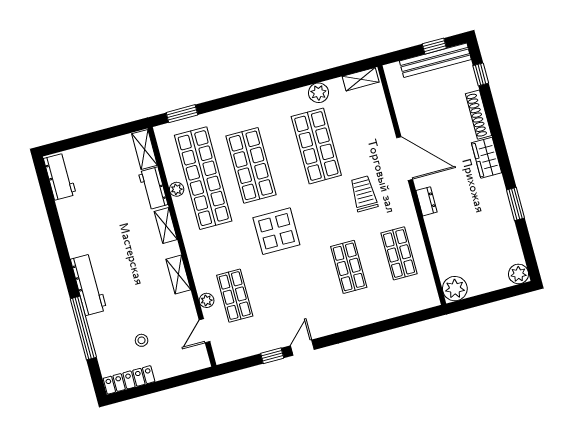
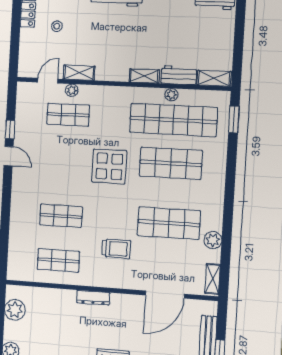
door: (405, 159) -> (165, 295), moved
dresser: (426, 201) -> (93, 298), width x1.44
shelving: (178, 275) -> (79, 73), moved
plant: (455, 289) -> (15, 310), moved
door: (204, 331) -> (48, 81), hinge flipped

